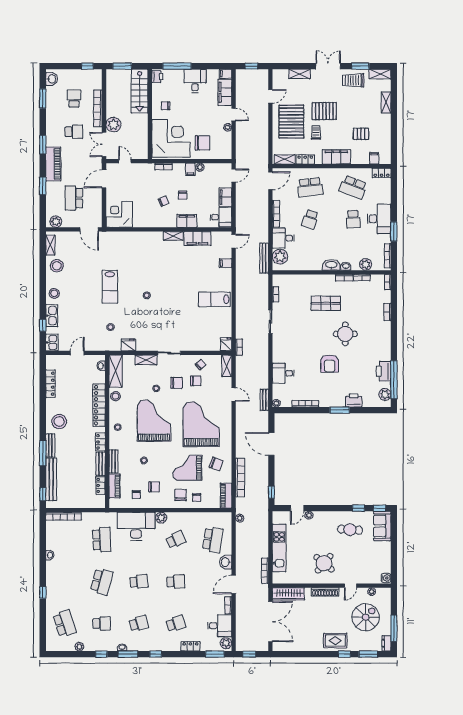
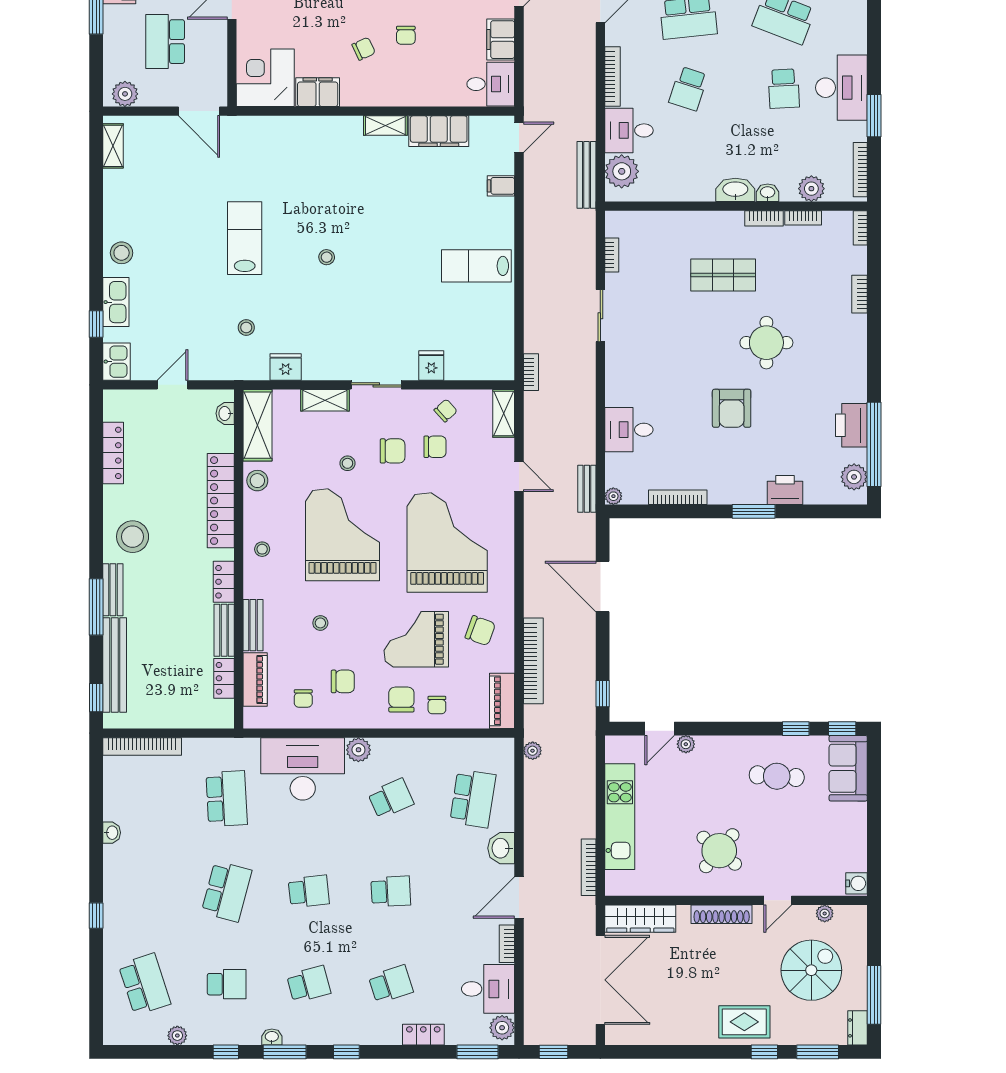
filing cabinet: (187, 221) -> (318, 92), moved
stool: (57, 266) -> (127, 192), removed
lab bench: (110, 287) -> (245, 238), turned 180
fridge: (226, 344) -> (431, 366), moved

